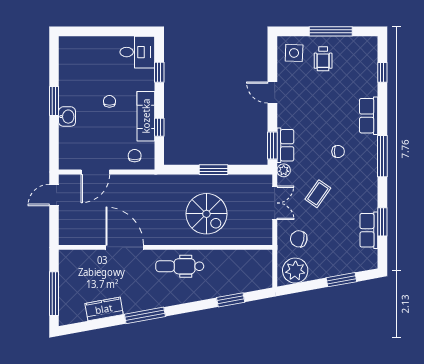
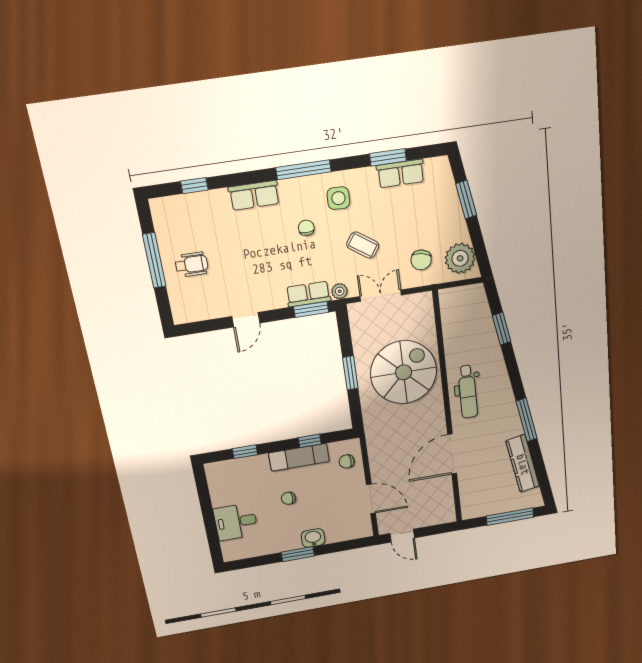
desk: (137, 52) -> (236, 522), moved, turned -90
side table: (294, 53) -> (338, 198), moved
spiral stairs: (206, 214) -> (404, 372), width x1.37, depth x1.37
kitchen counter: (104, 309) -> (523, 464), width x1.50

